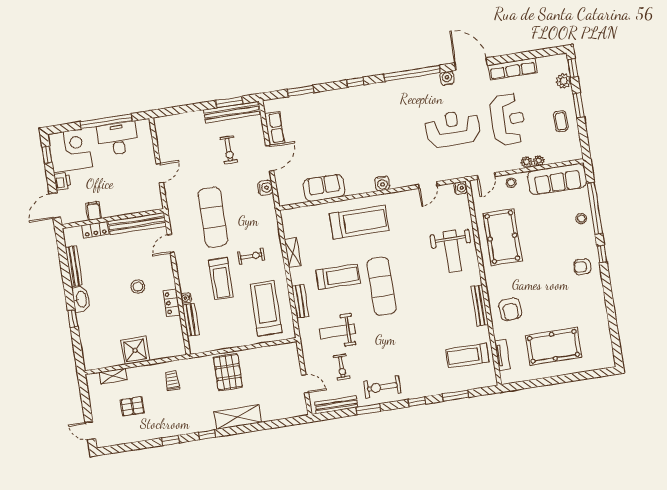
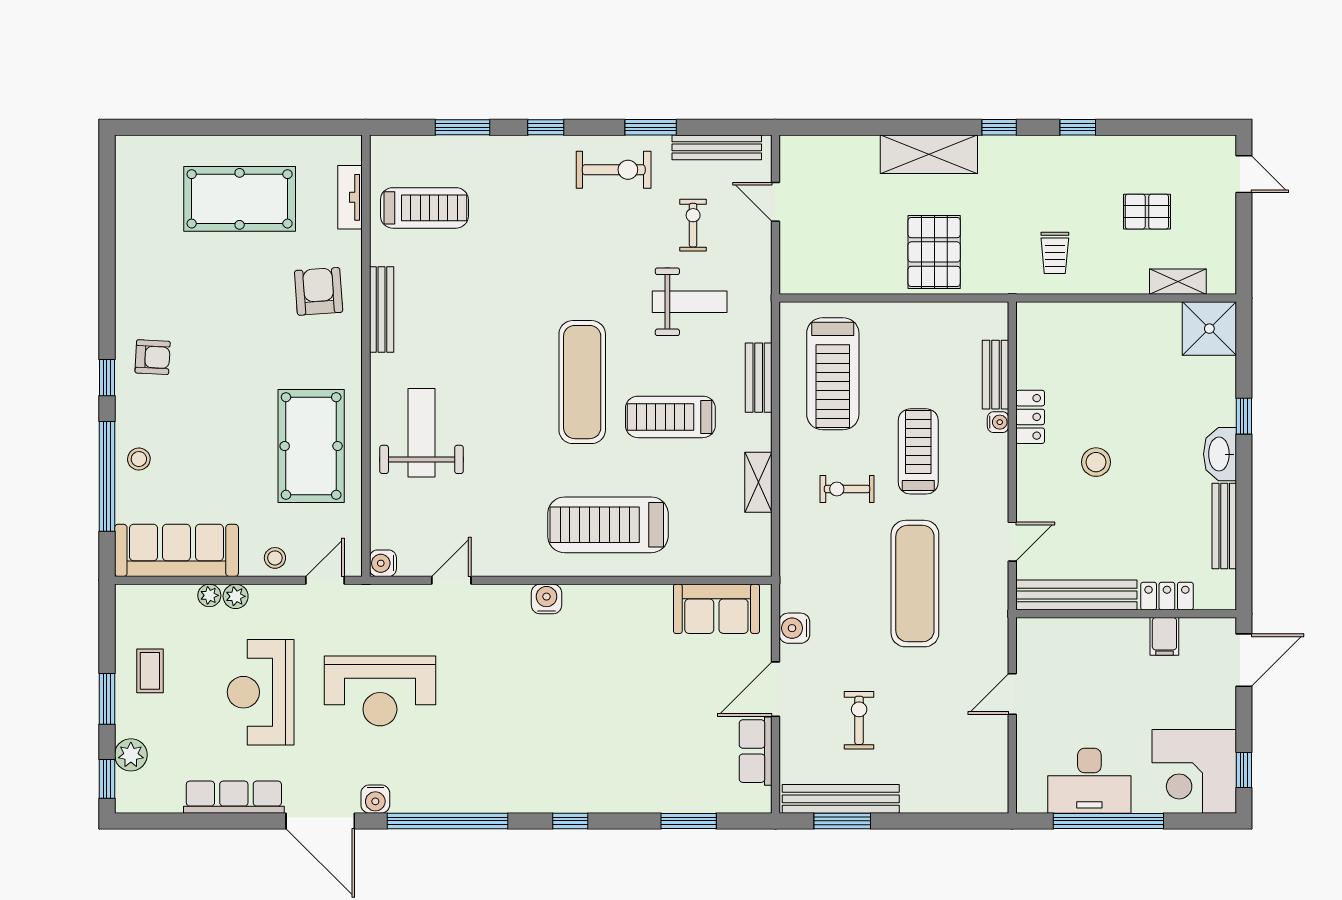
printer: (62, 181) -> (1220, 709), removed
sofa: (324, 188) -> (716, 609), moved
shower: (135, 350) -> (1209, 329), moved

